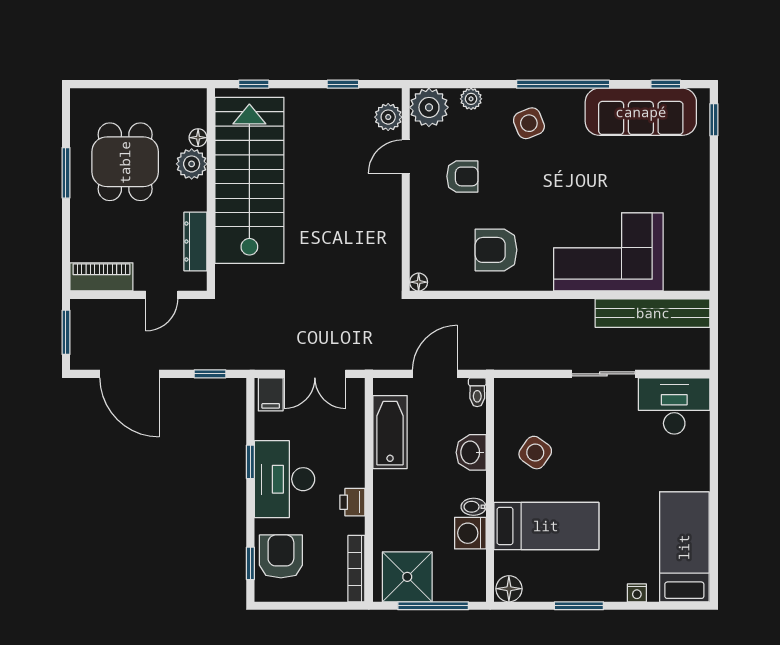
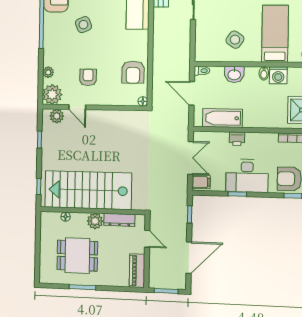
side table: (529, 123) -> (83, 25), moved
plant: (192, 164) -> (95, 221), moved
armchair: (496, 250) -> (133, 72), moved
printer: (352, 502) -> (237, 139), moved

